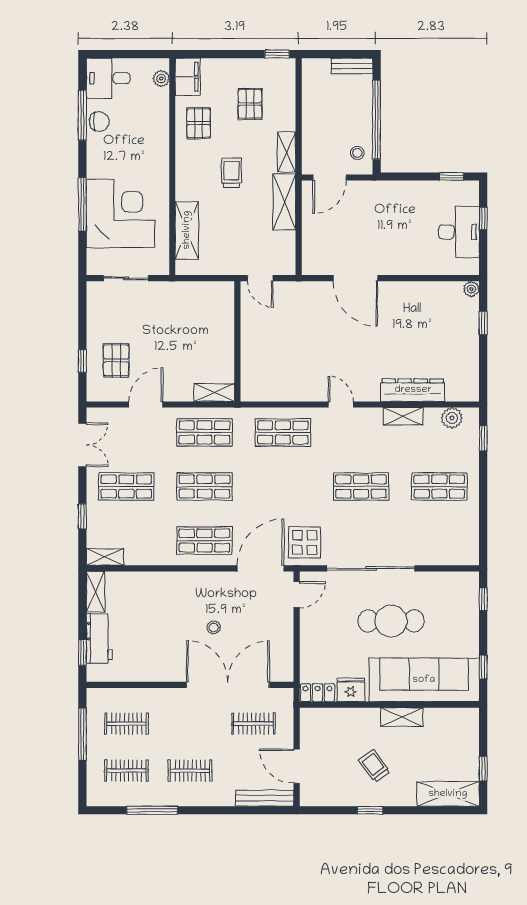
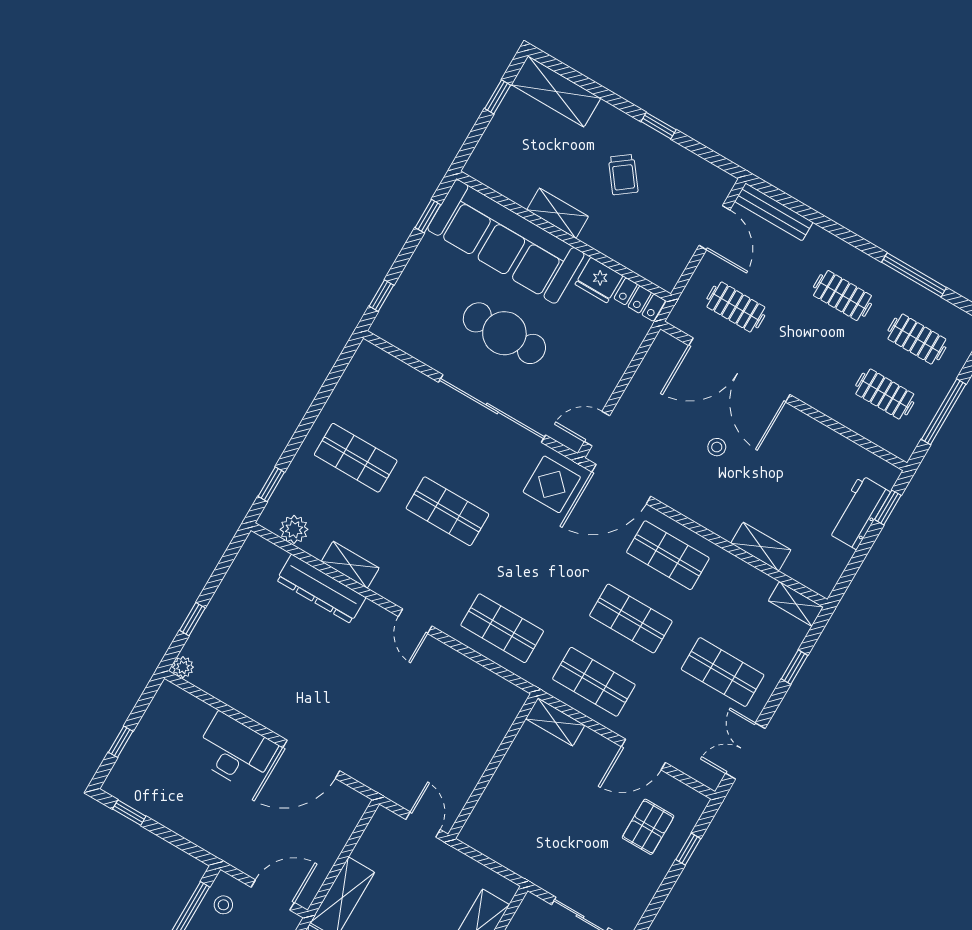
desk: (459, 232) -> (235, 751), moved, turned 90
door: (355, 278) -> (311, 759), swing flipped
shelving: (96, 592) -> (761, 547), moved, turned 90

